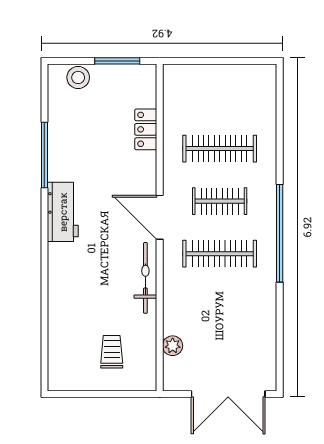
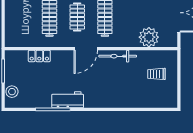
workbench: (63, 212) -> (68, 100), moved
plant: (173, 346) -> (149, 37), width x1.88, depth x1.88

